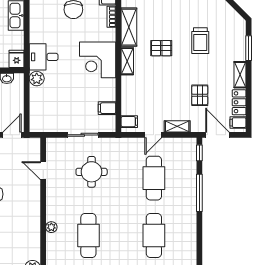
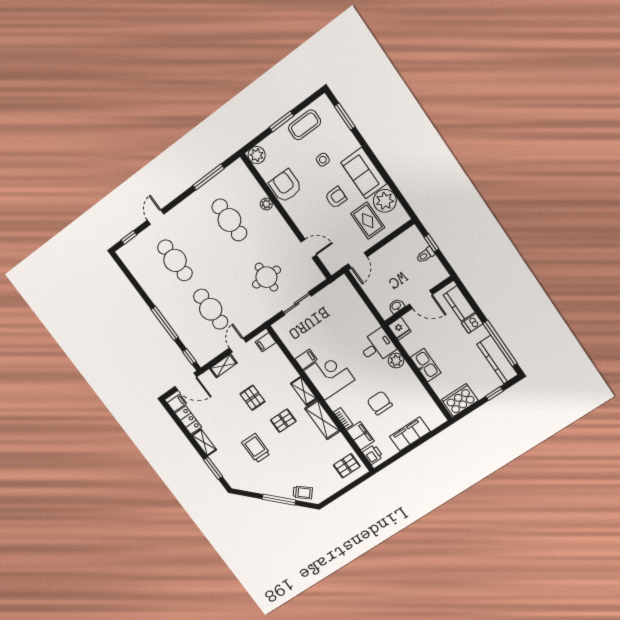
plant: (37, 79) -> (396, 361), moved
pallet: (200, 95) -> (252, 398), moved
filing cabinet: (107, 108) -> (306, 359), moved
armchair: (27, 230) -> (285, 186), added

